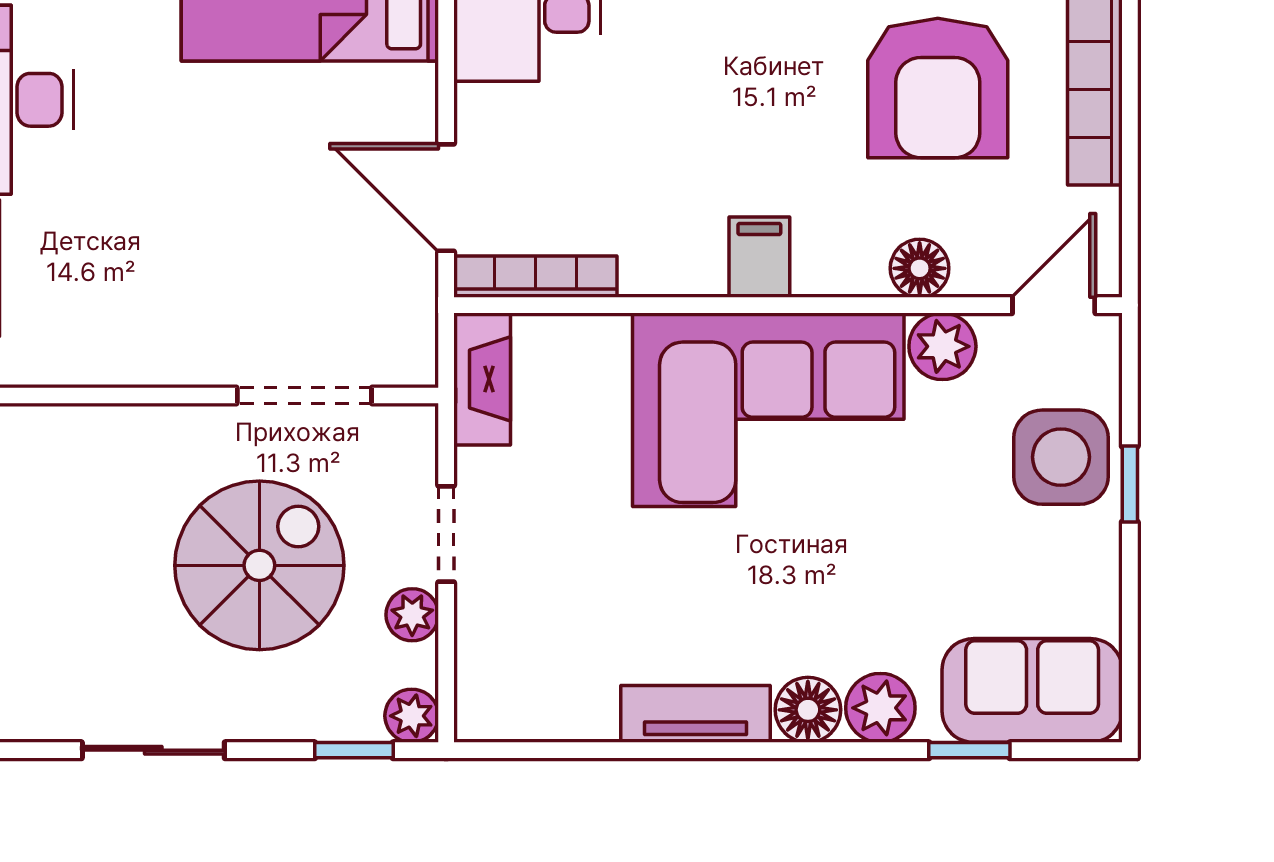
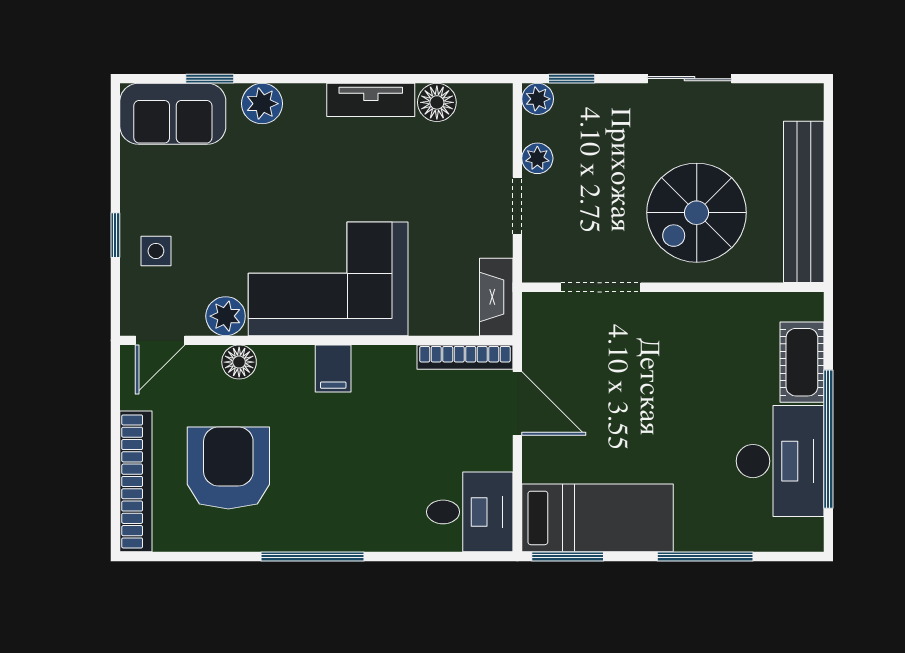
side table: (1061, 457) -> (156, 251), width x0.54, depth x0.54
spiral stairs: (259, 565) -> (697, 213), moved
floor lamp: (808, 710) -> (437, 102), moved

